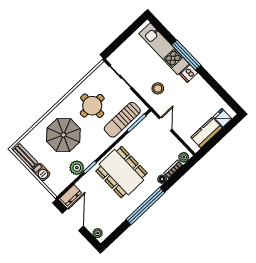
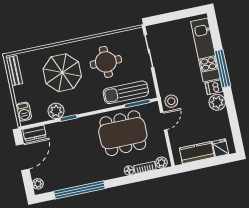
plant: (198, 84) -> (217, 102), added
stool: (158, 88) -> (171, 101), moved
barbecue: (41, 172) -> (24, 112), moved
dining table: (121, 172) -> (123, 133), moved, turned 90
window: (145, 206) -> (79, 190), moved

